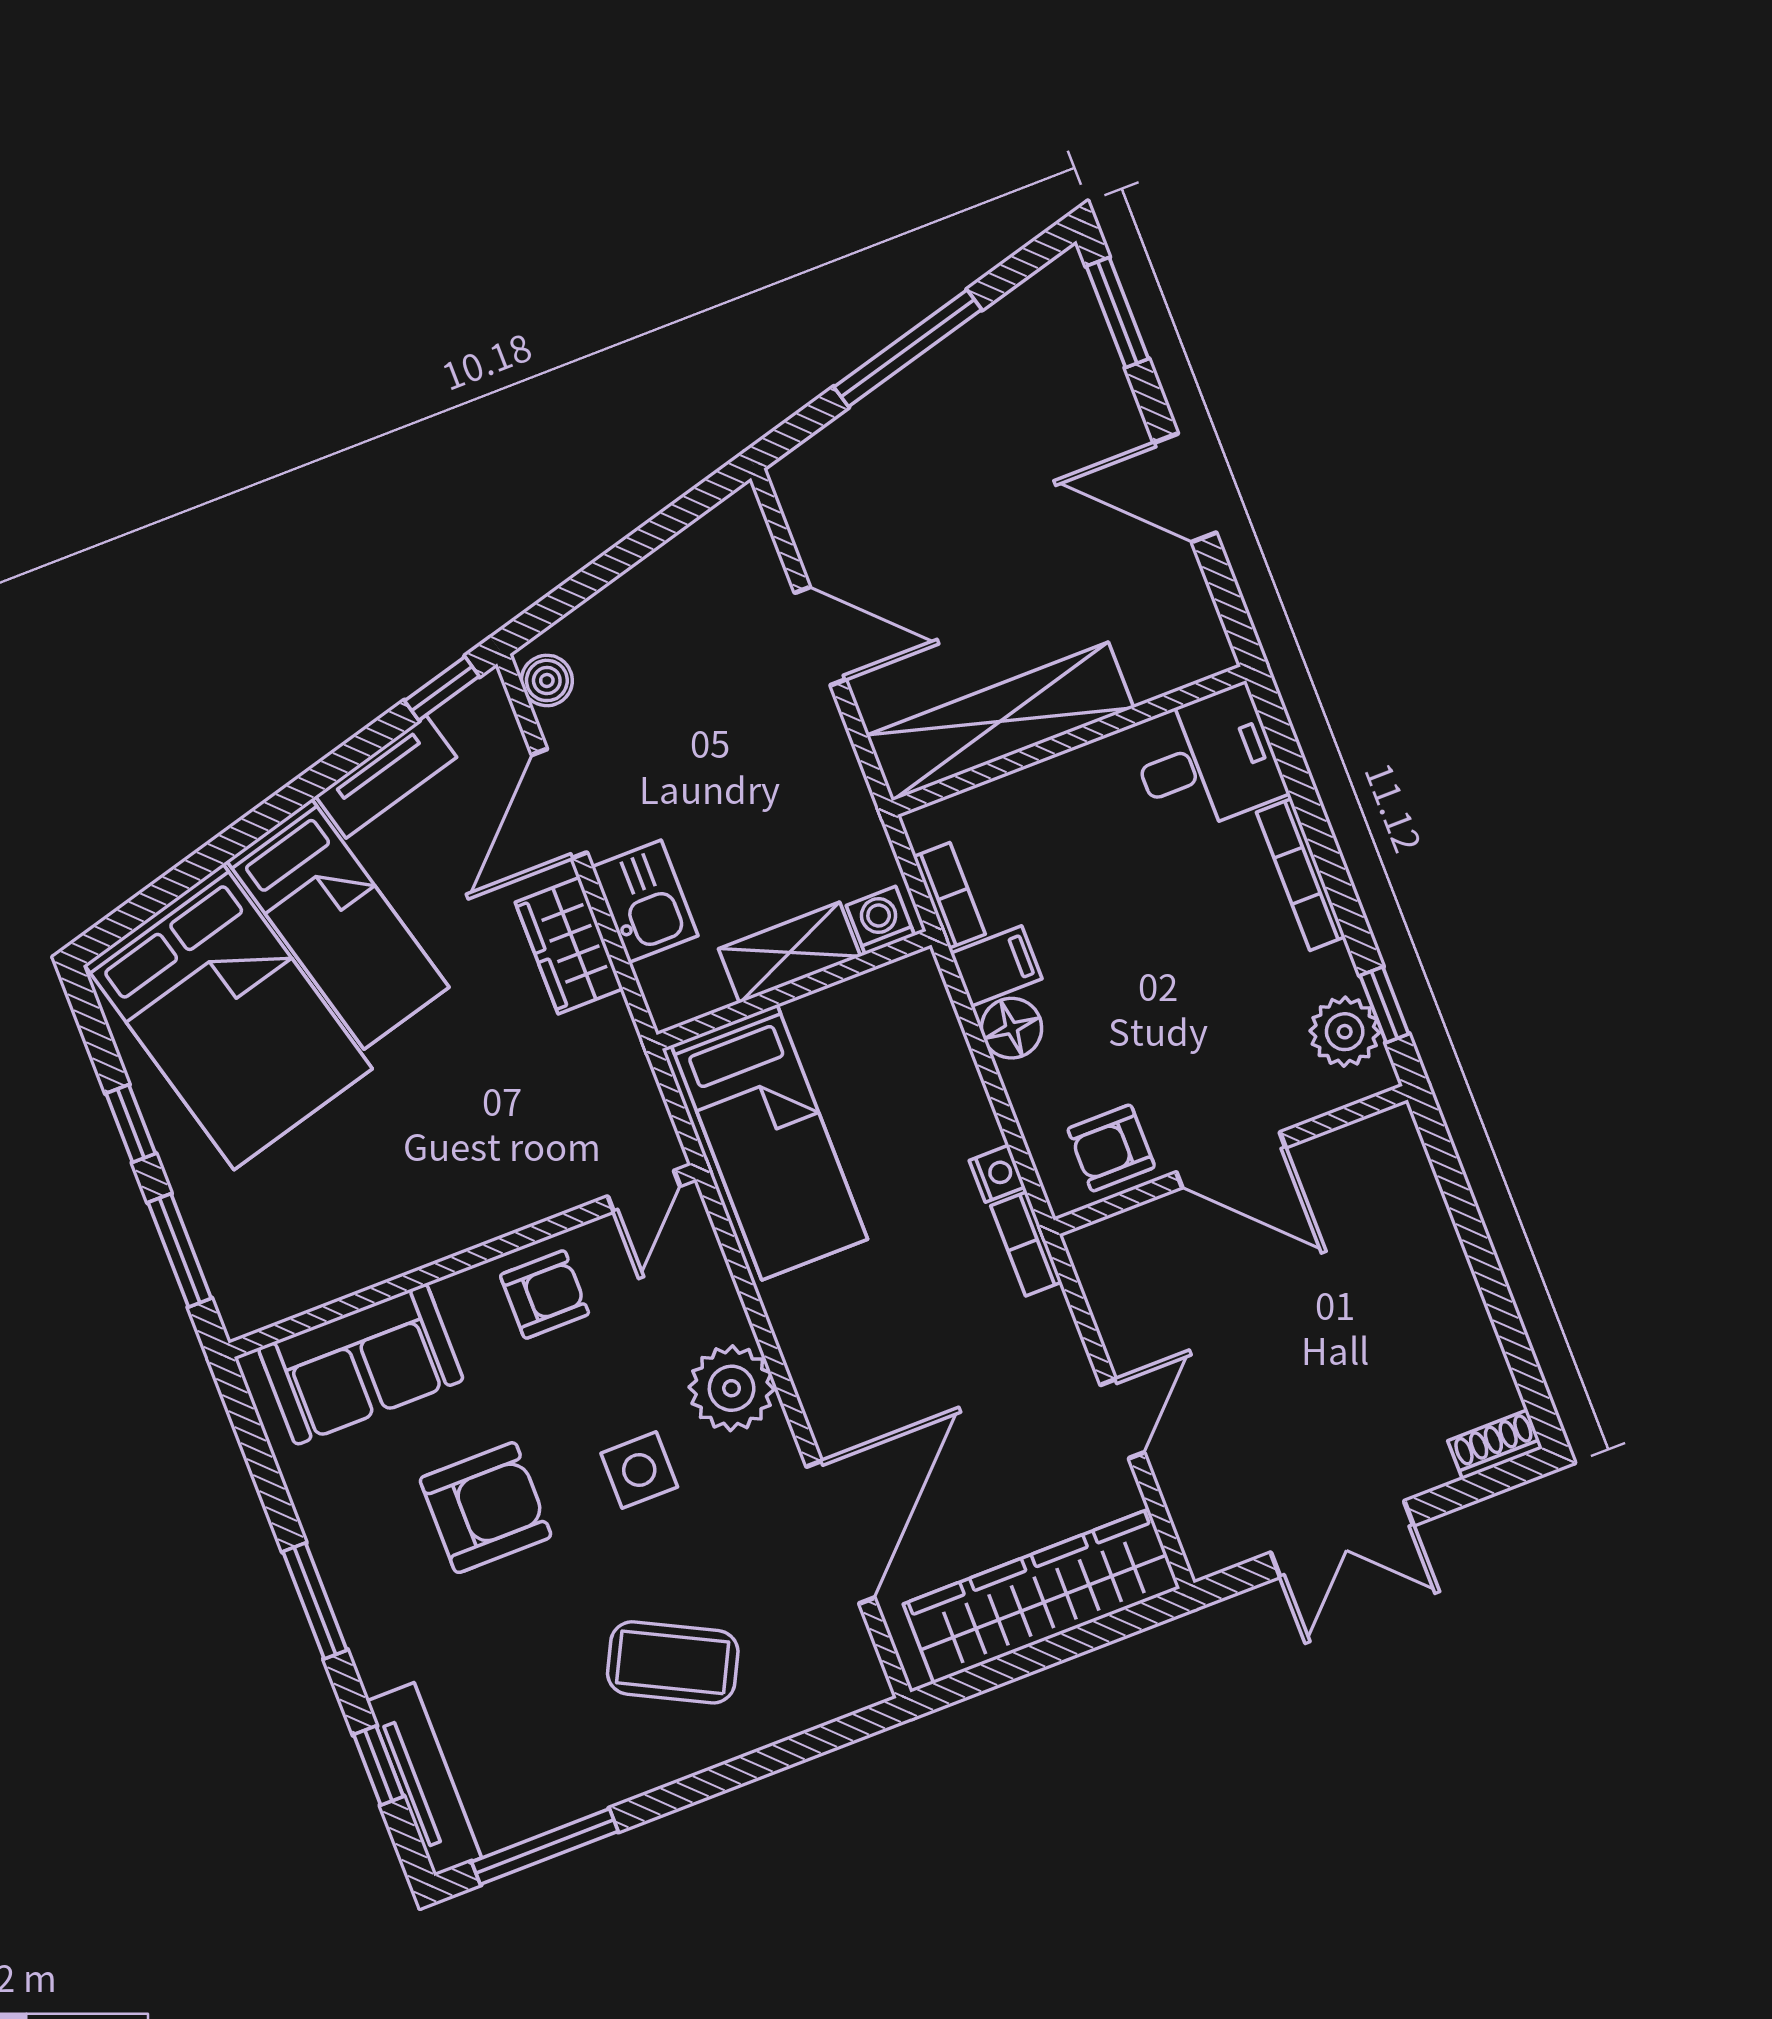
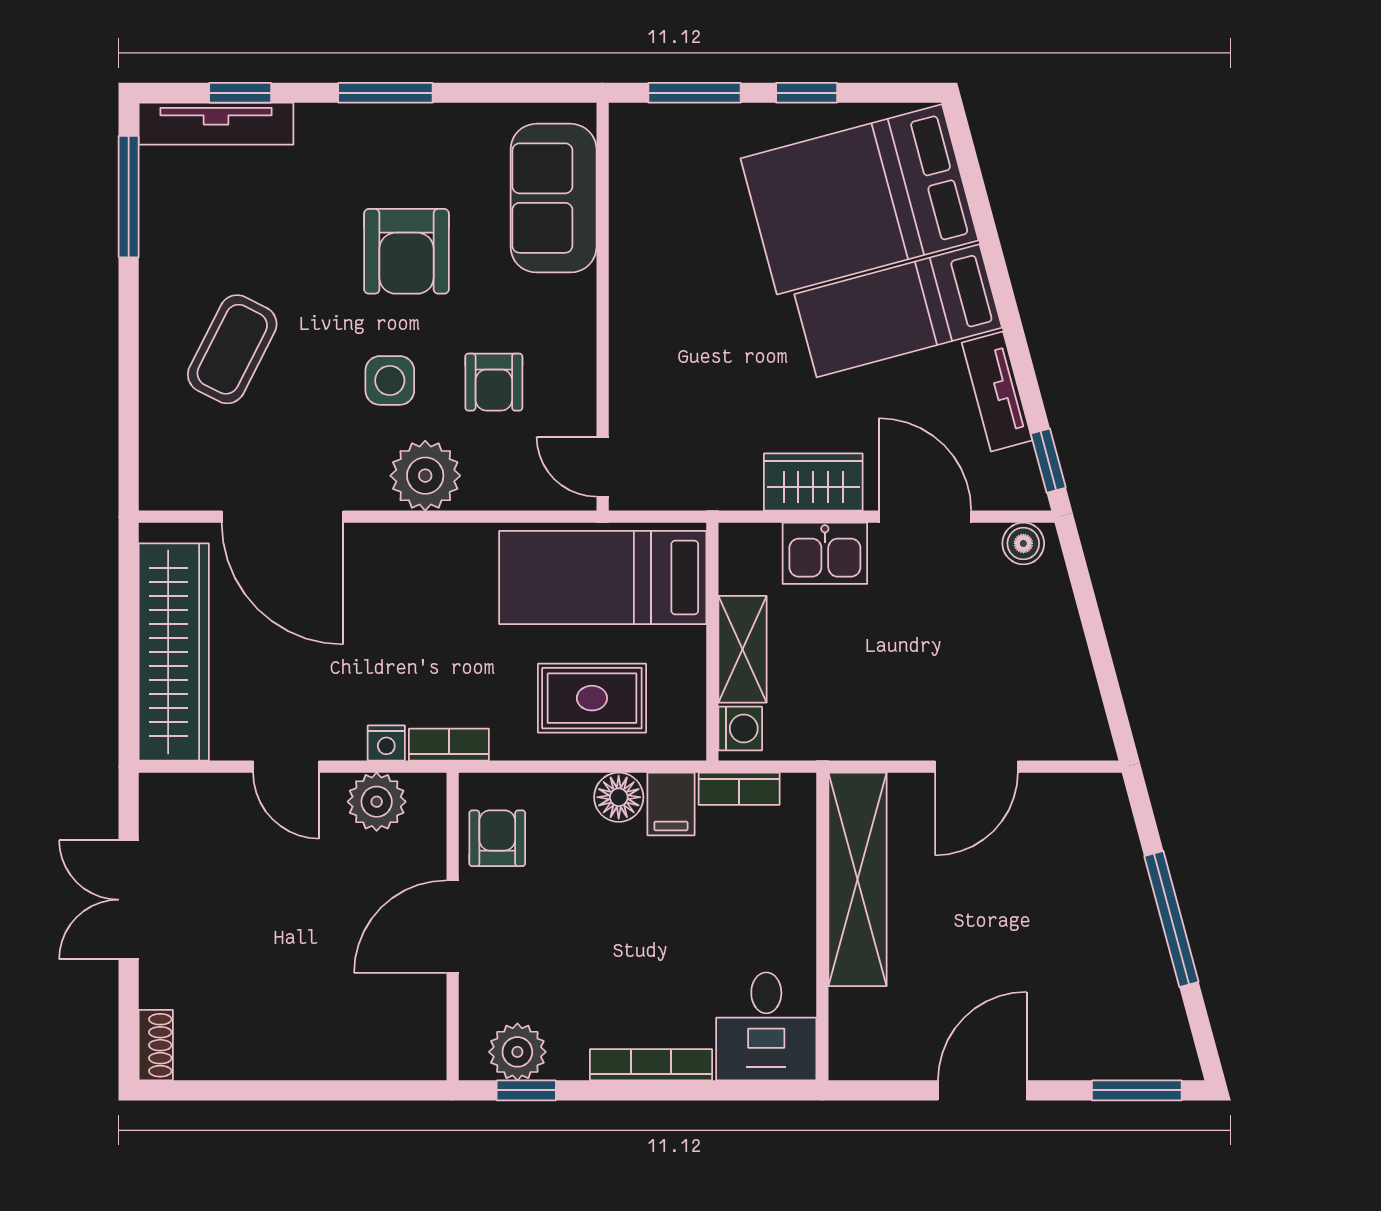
rug: (911, 1102) -> (592, 698), added
nightstand: (997, 1174) -> (386, 743), moved
armchair: (545, 1294) -> (494, 382), moved
plant: (1123, 1301) -> (377, 802), added

